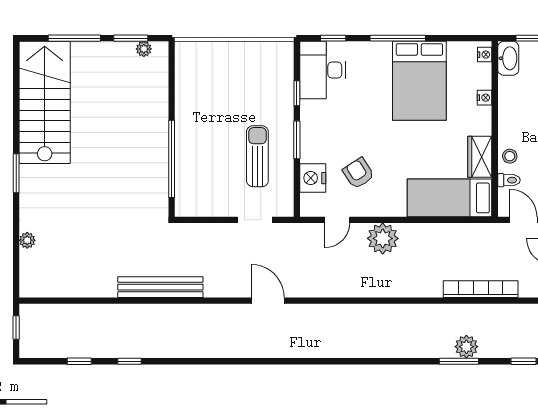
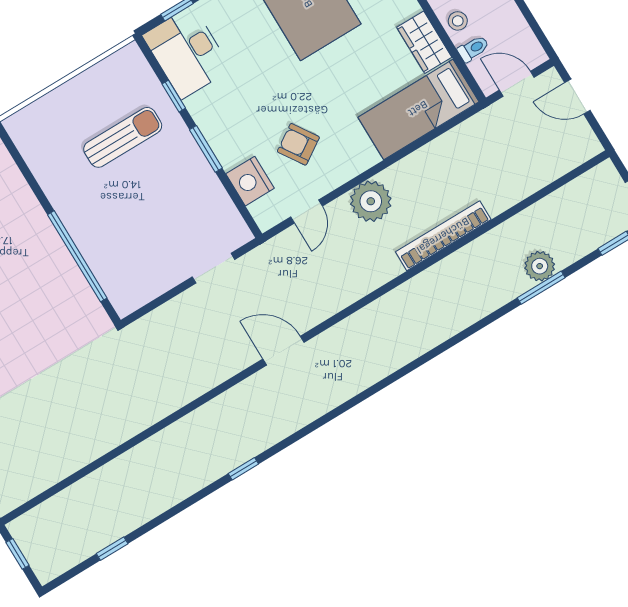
sun lounger: (257, 156) -> (123, 137), moved, turned 90
bench: (160, 287) -> (153, 409), removed
bookcase: (481, 289) -> (443, 236), moved
window: (129, 361) -> (243, 469), moved

